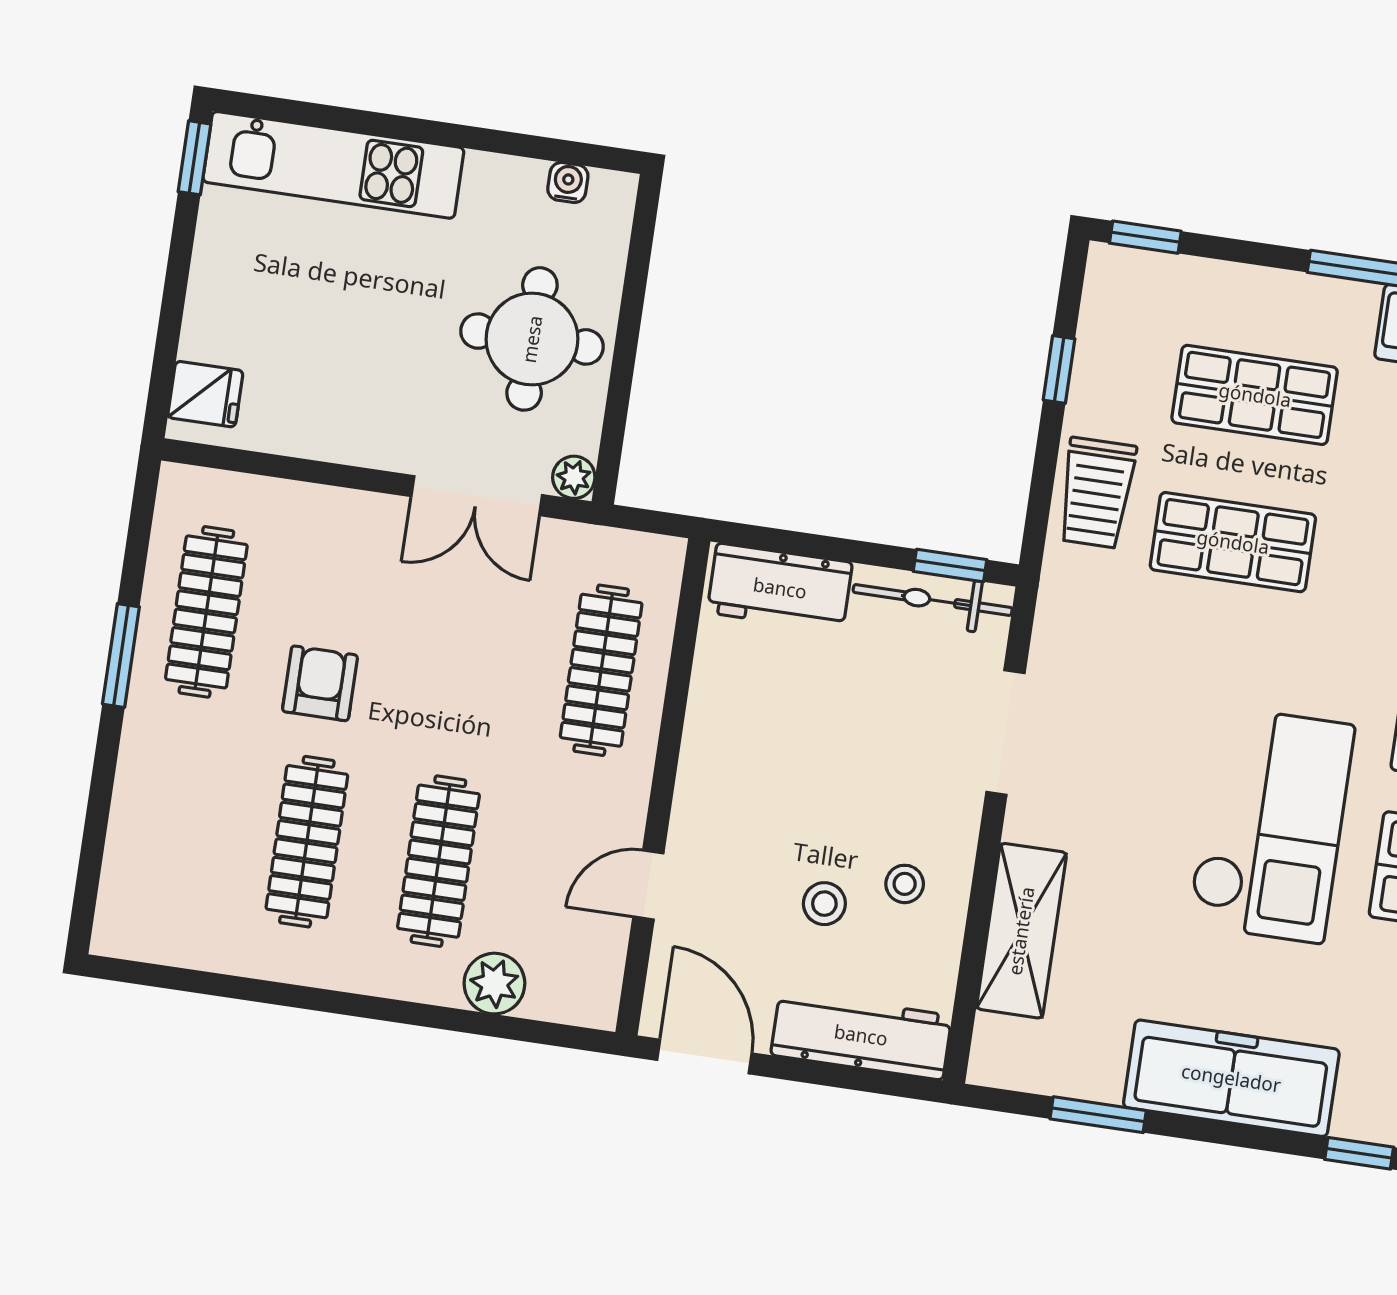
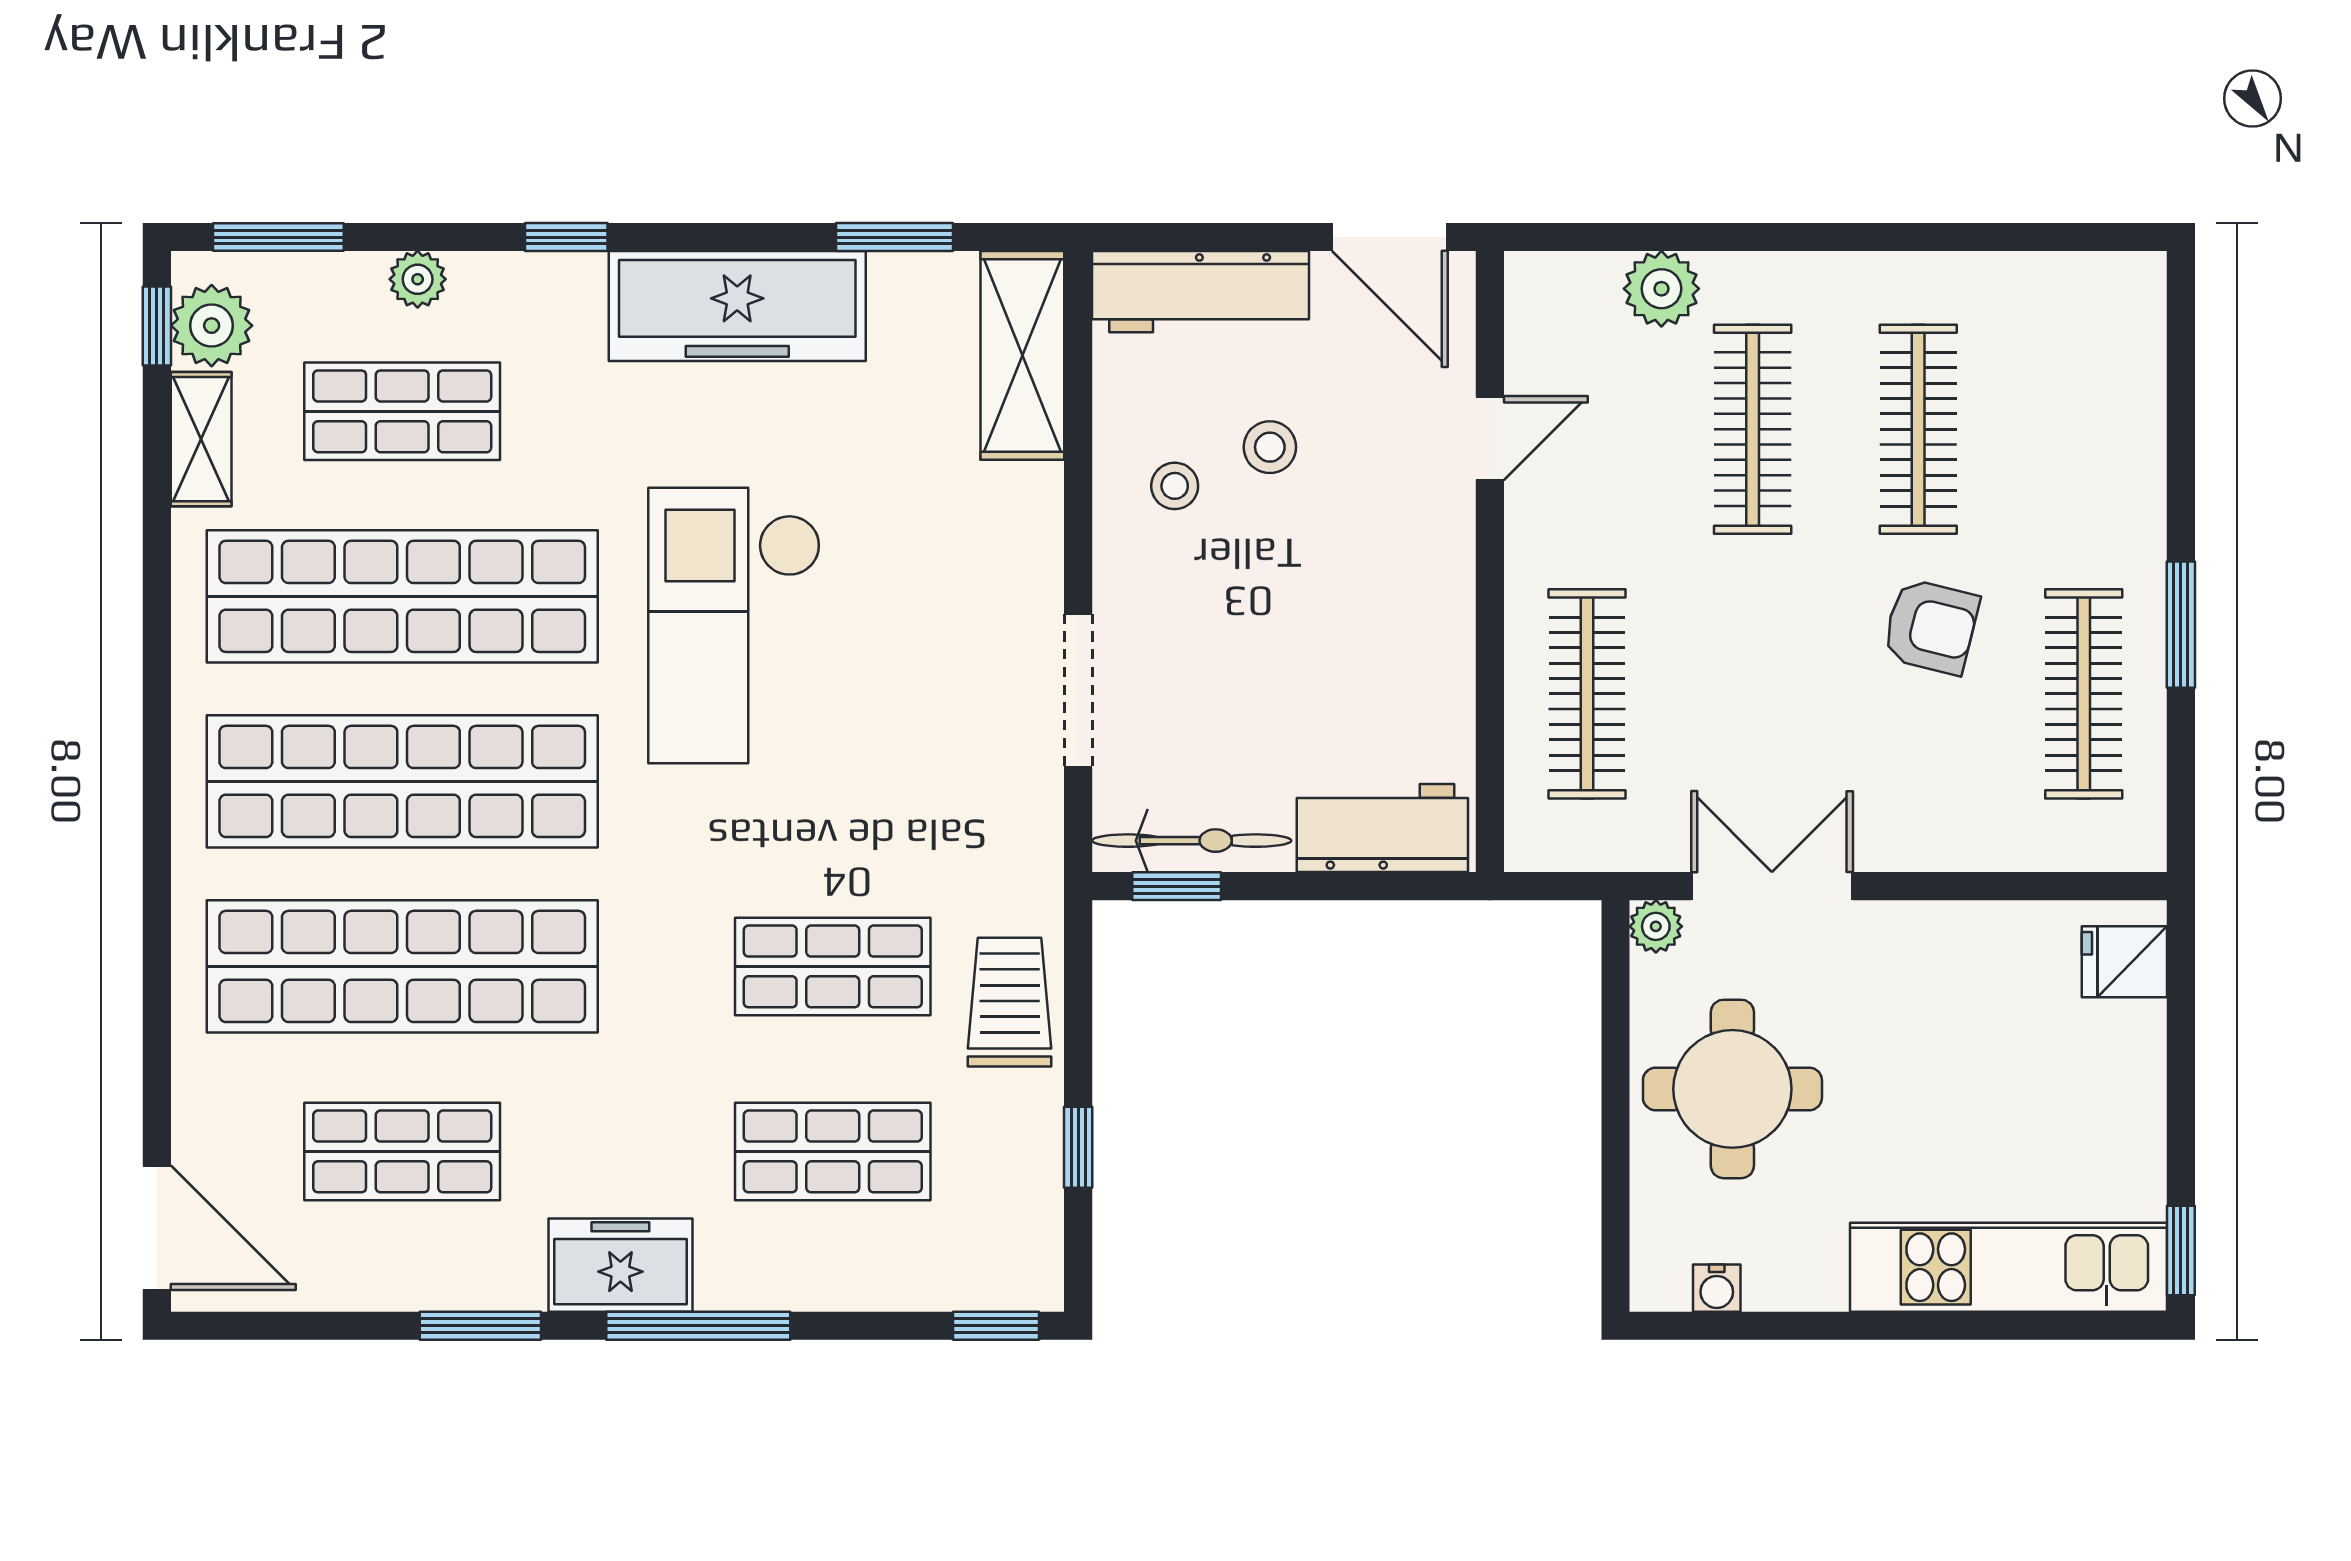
armchair: (320, 683) -> (1931, 627), turned -76
shelving: (1021, 931) -> (1022, 355), moved

